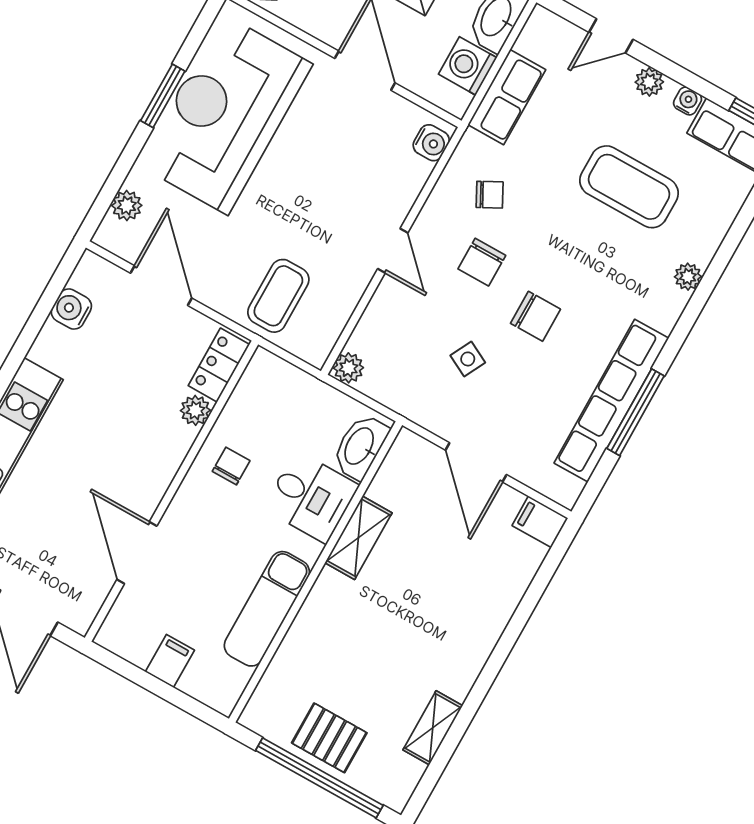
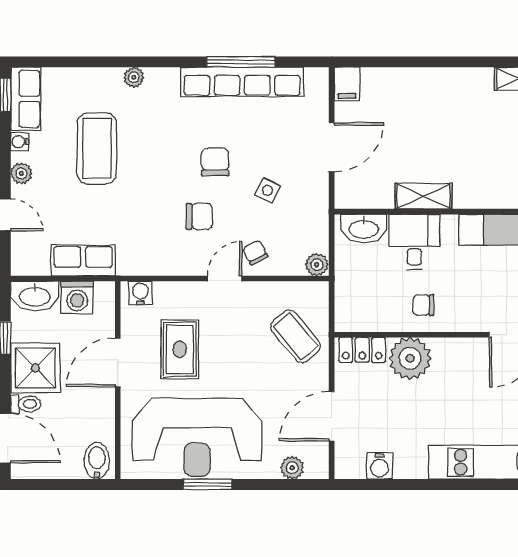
rug: (339, 152) -> (180, 349), added
chair: (490, 195) -> (255, 253), moved
coffee table: (278, 296) -> (296, 336), turned 50
plant: (195, 410) -> (410, 358), width x1.87, depth x1.87

